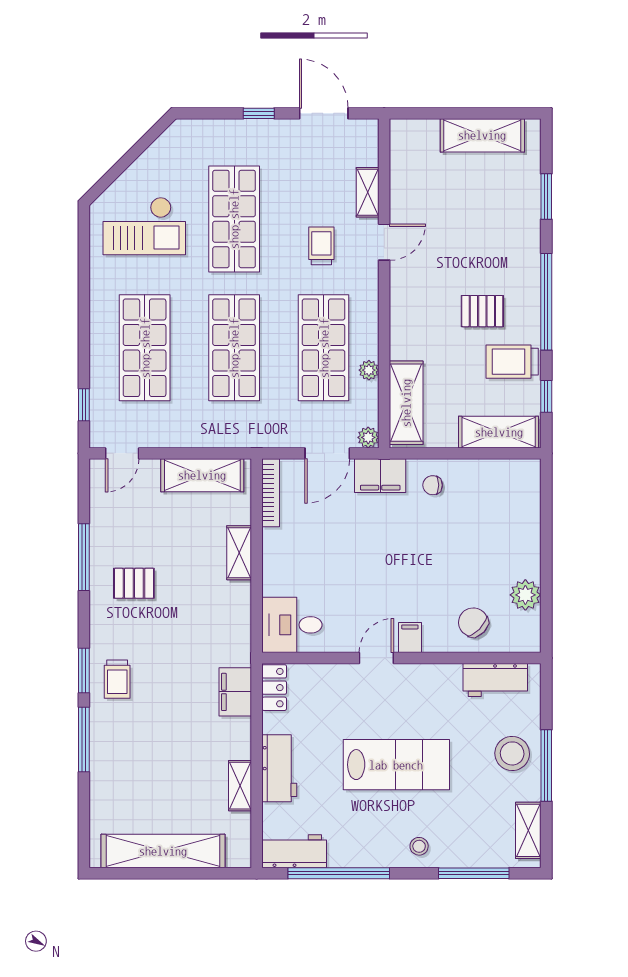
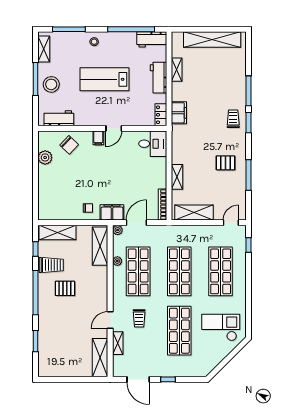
shelving: (482, 135) -> (100, 358), moved, turned 90

